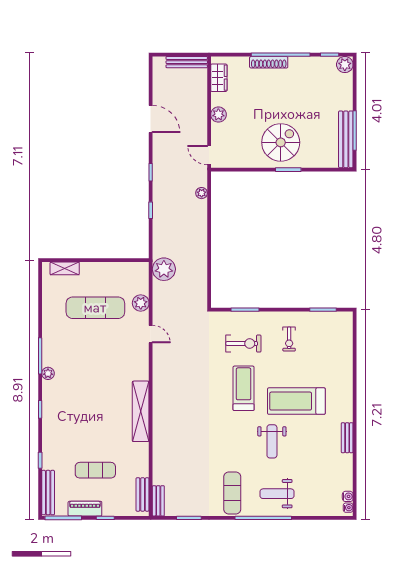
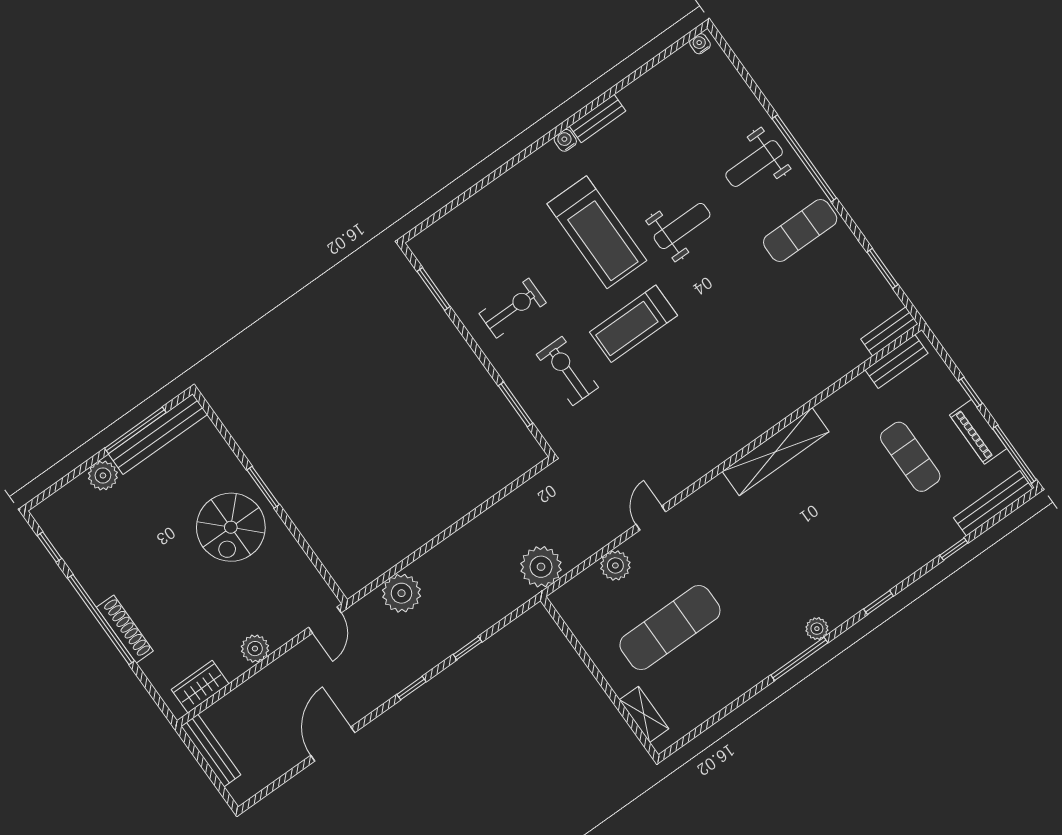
plant: (345, 65) -> (103, 475), moved
spiral stairs: (281, 142) -> (231, 527), turned -90
plant: (202, 193) -> (401, 593), width x1.88, depth x1.88
exercise mat: (95, 308) -> (670, 628), turned 90
exercise bike: (289, 339) -> (513, 308), width x1.38, depth x1.39
weight bench: (277, 494) -> (754, 164), turned 90
water cooler: (348, 496) -> (565, 140), moved

